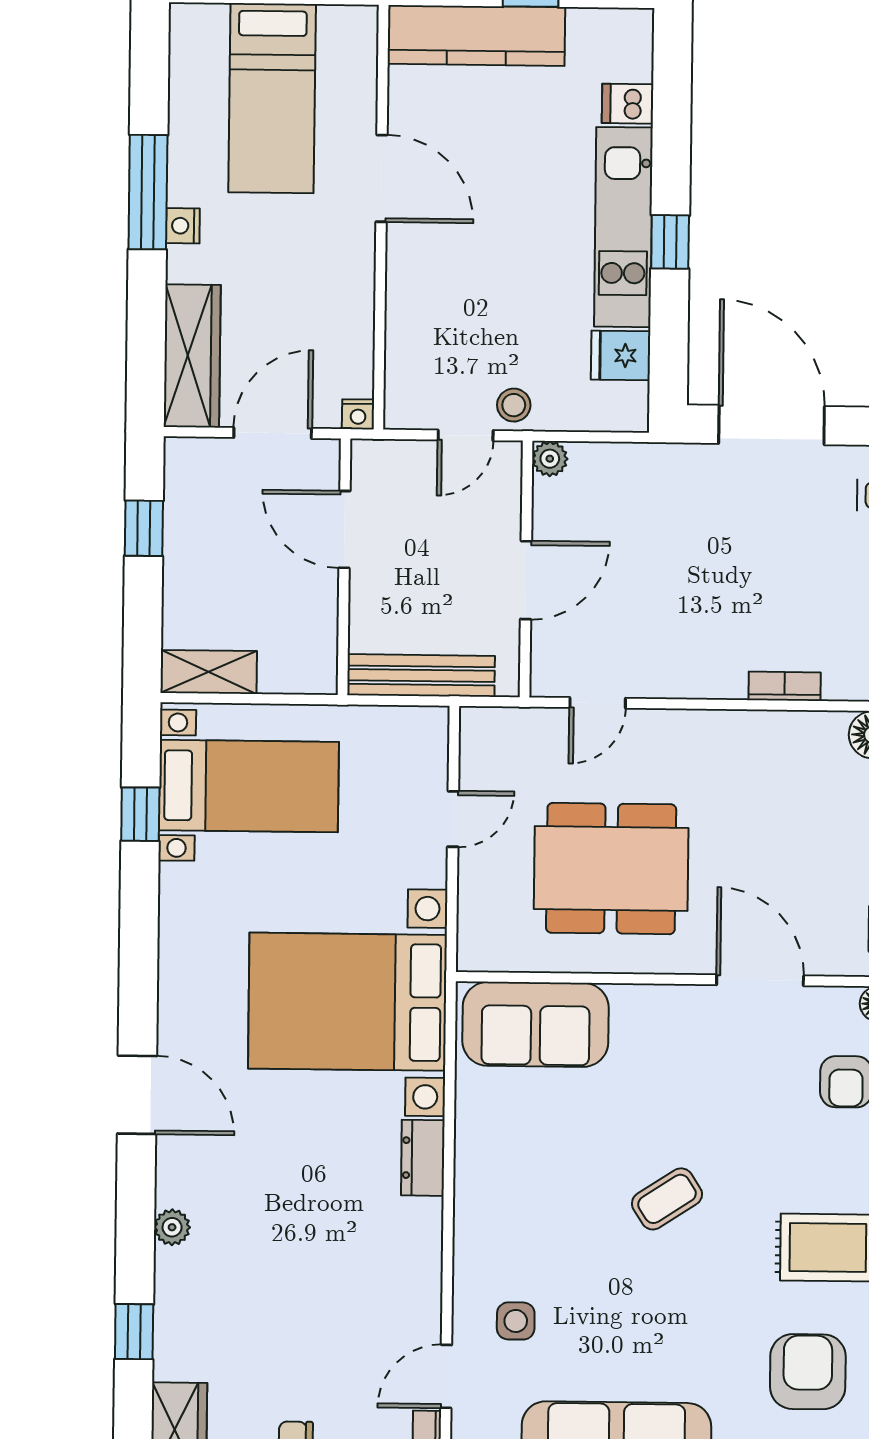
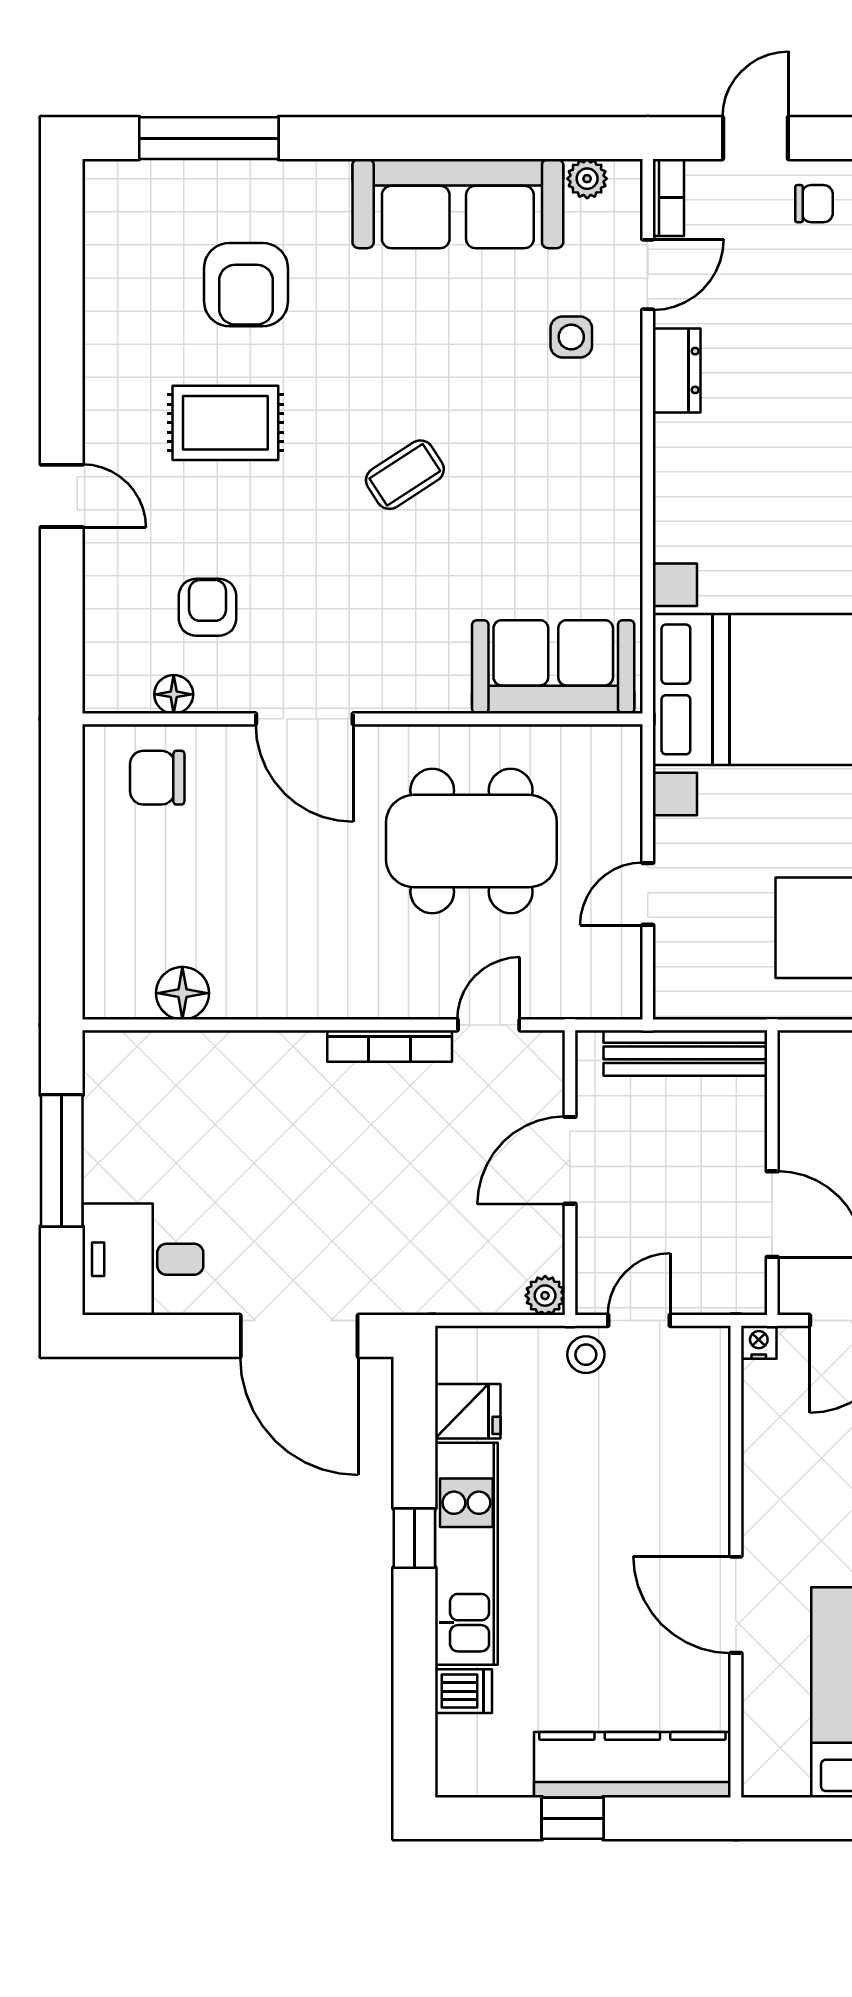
bookcase: (785, 686) -> (390, 1046), moved, width x1.56
dresser: (423, 1158) -> (677, 371), moved

